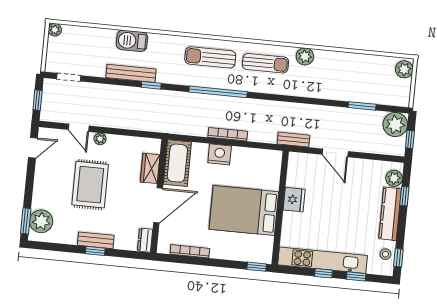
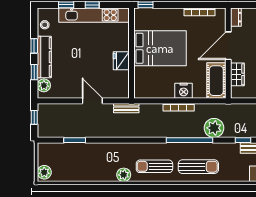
plant: (395, 125) -> (214, 128), moved
window: (398, 258) -> (34, 46), moved

